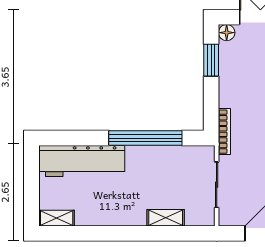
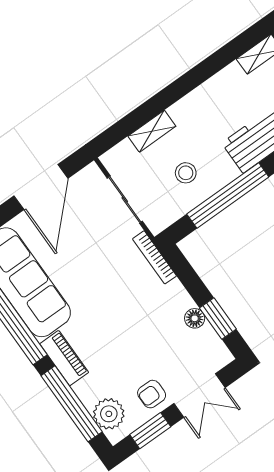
floor lamp: (227, 33) -> (195, 318), moved
stool: (163, 173) -> (186, 173), added

